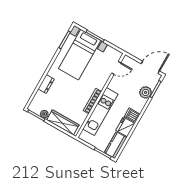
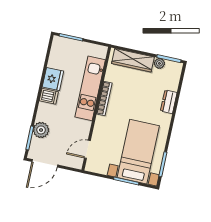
kitchen counter: (116, 145) -> (58, 52), removed

